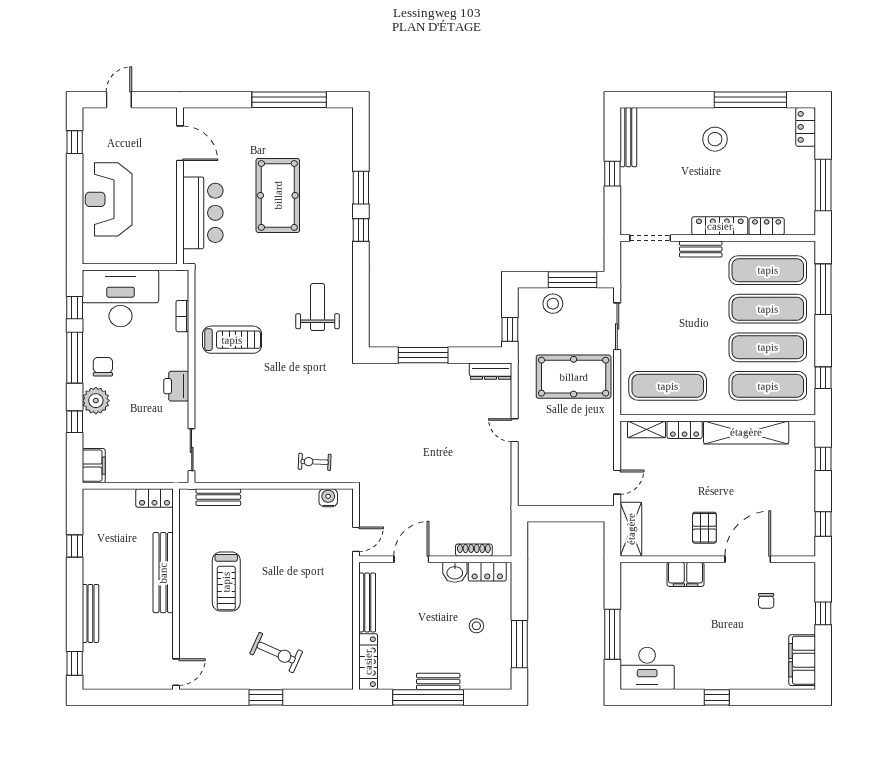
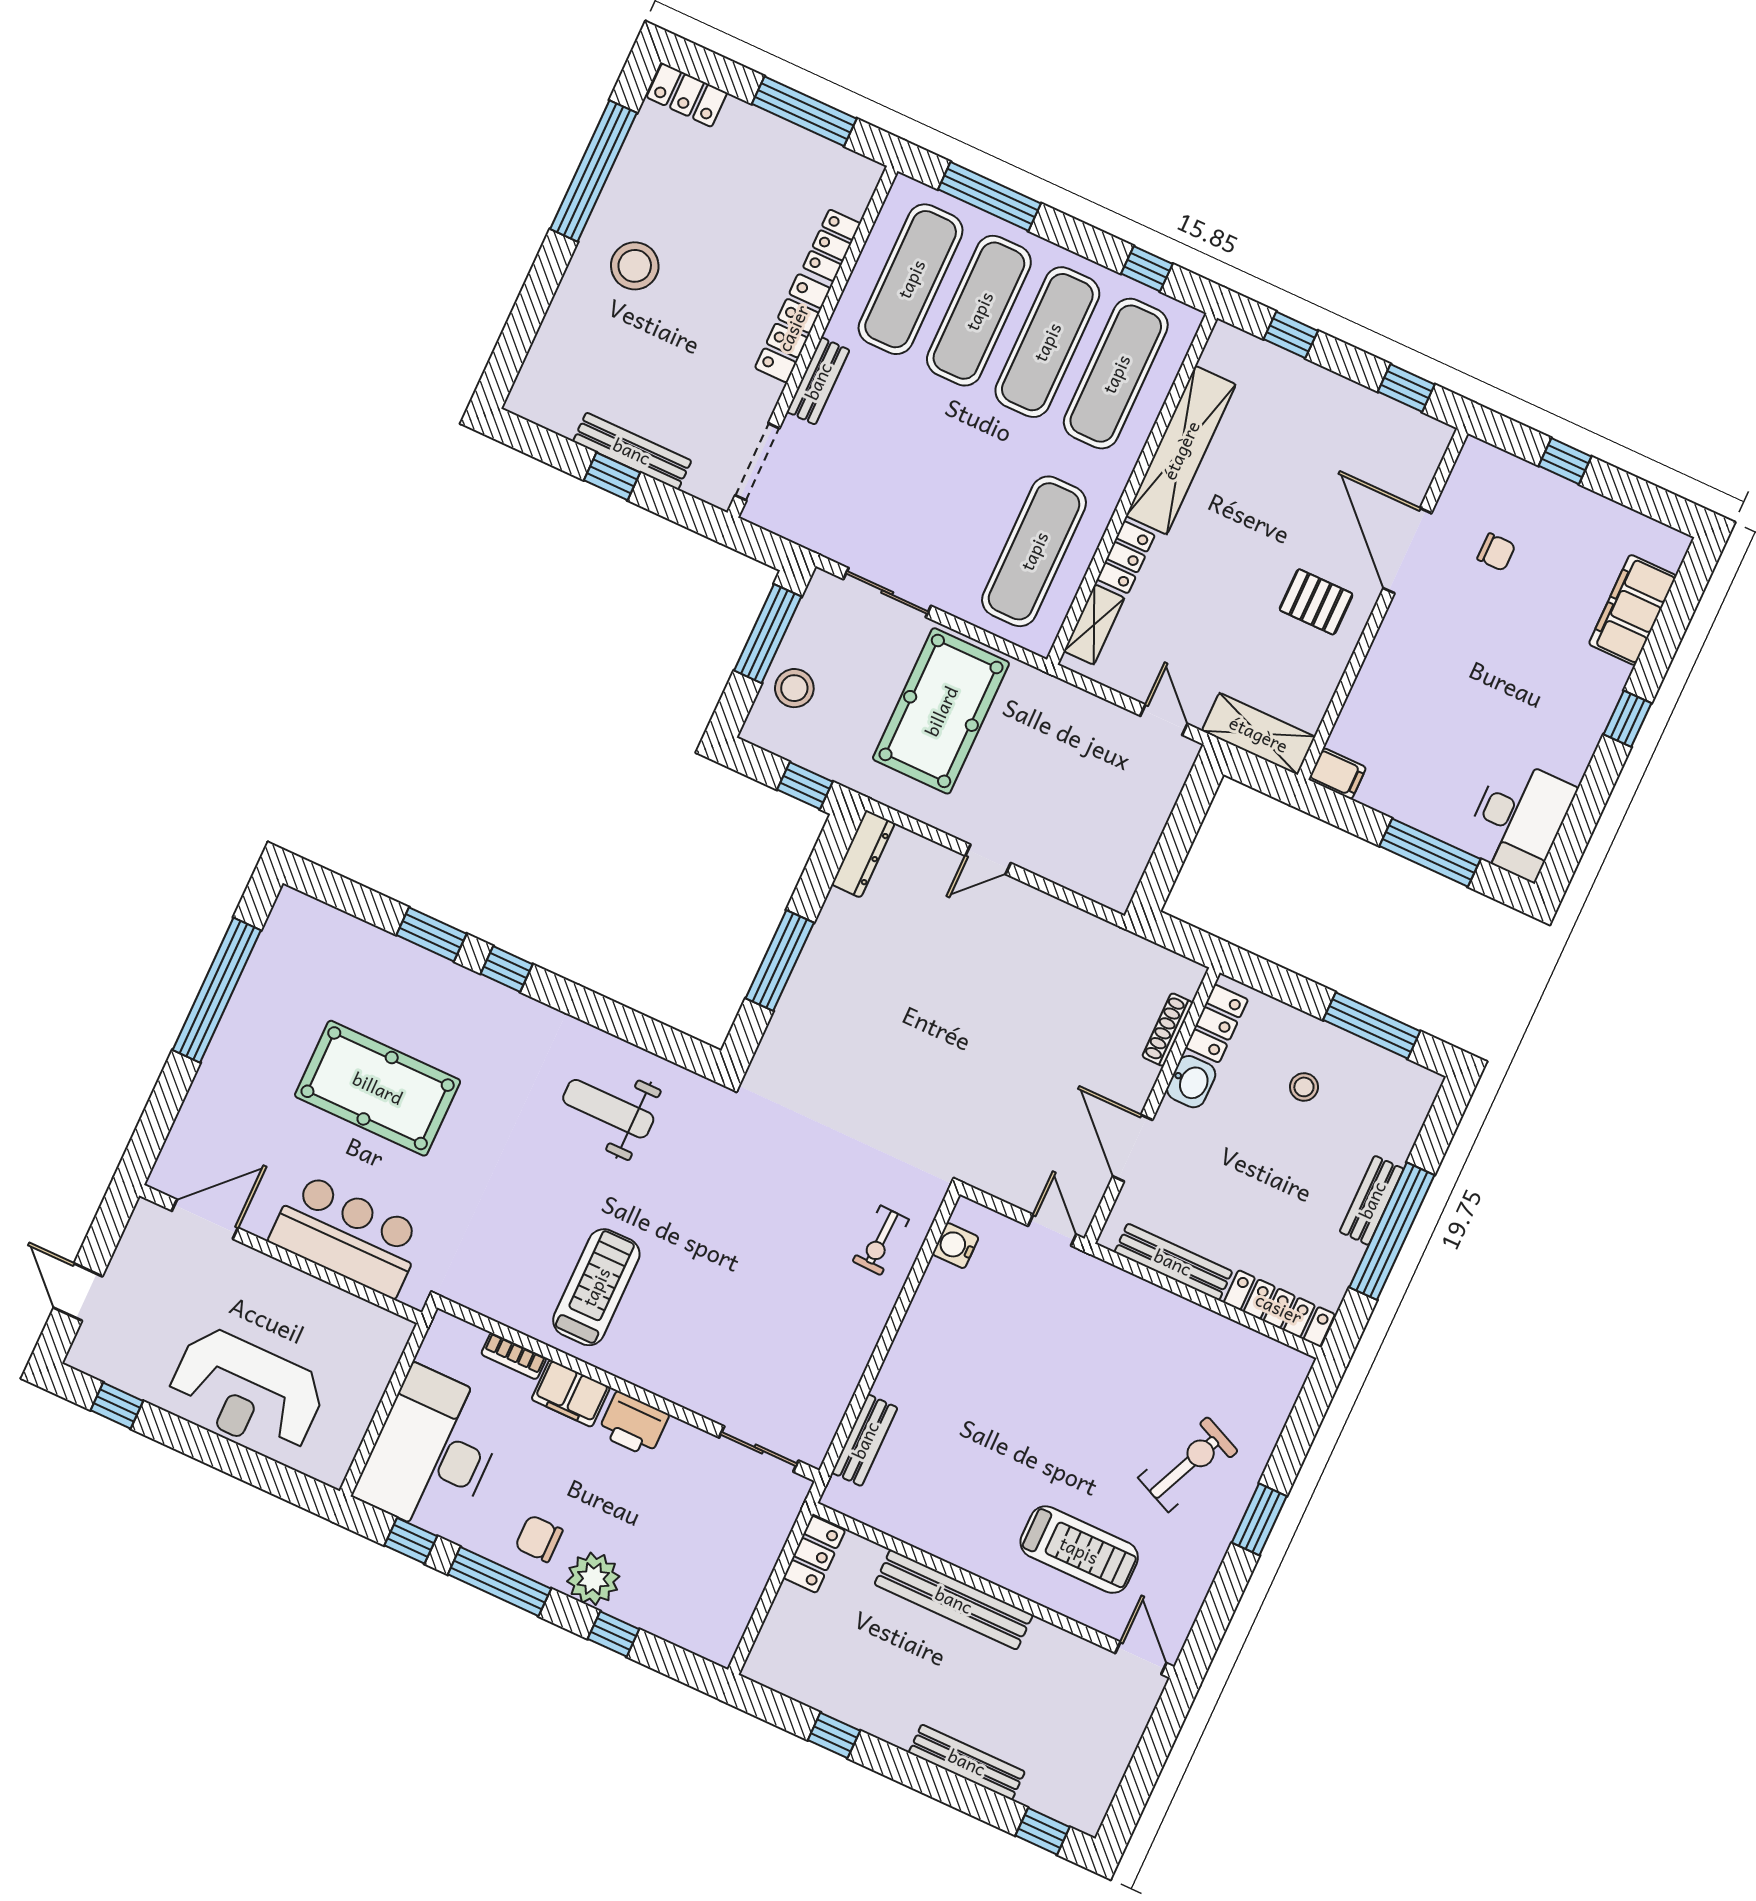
bench: (628, 137) -> (632, 451), moved
filing cabinet: (94, 466) -> (571, 1393), moved, turned 180
filing cabinet: (685, 574) -> (1337, 774), moved, width x0.50
treadmill: (226, 582) -> (1079, 1550), moved
filing cabinet: (802, 660) -> (1633, 610), moved, turned 90

